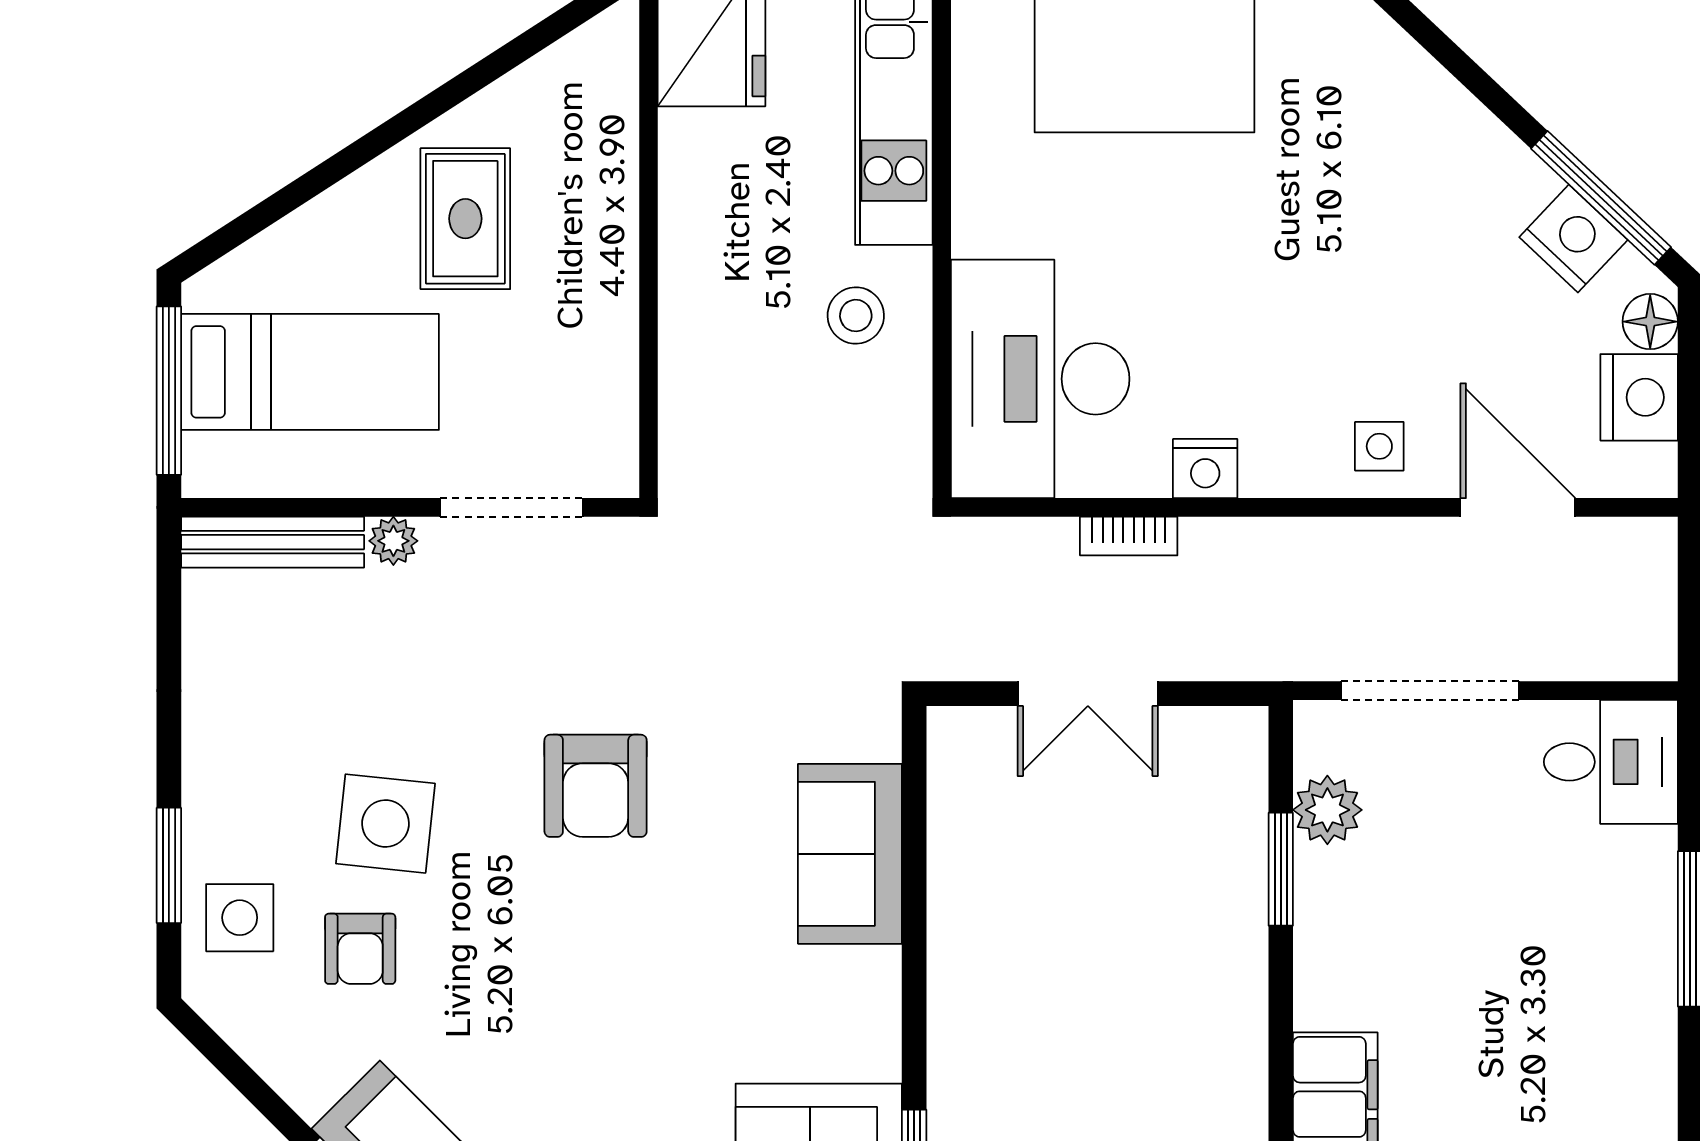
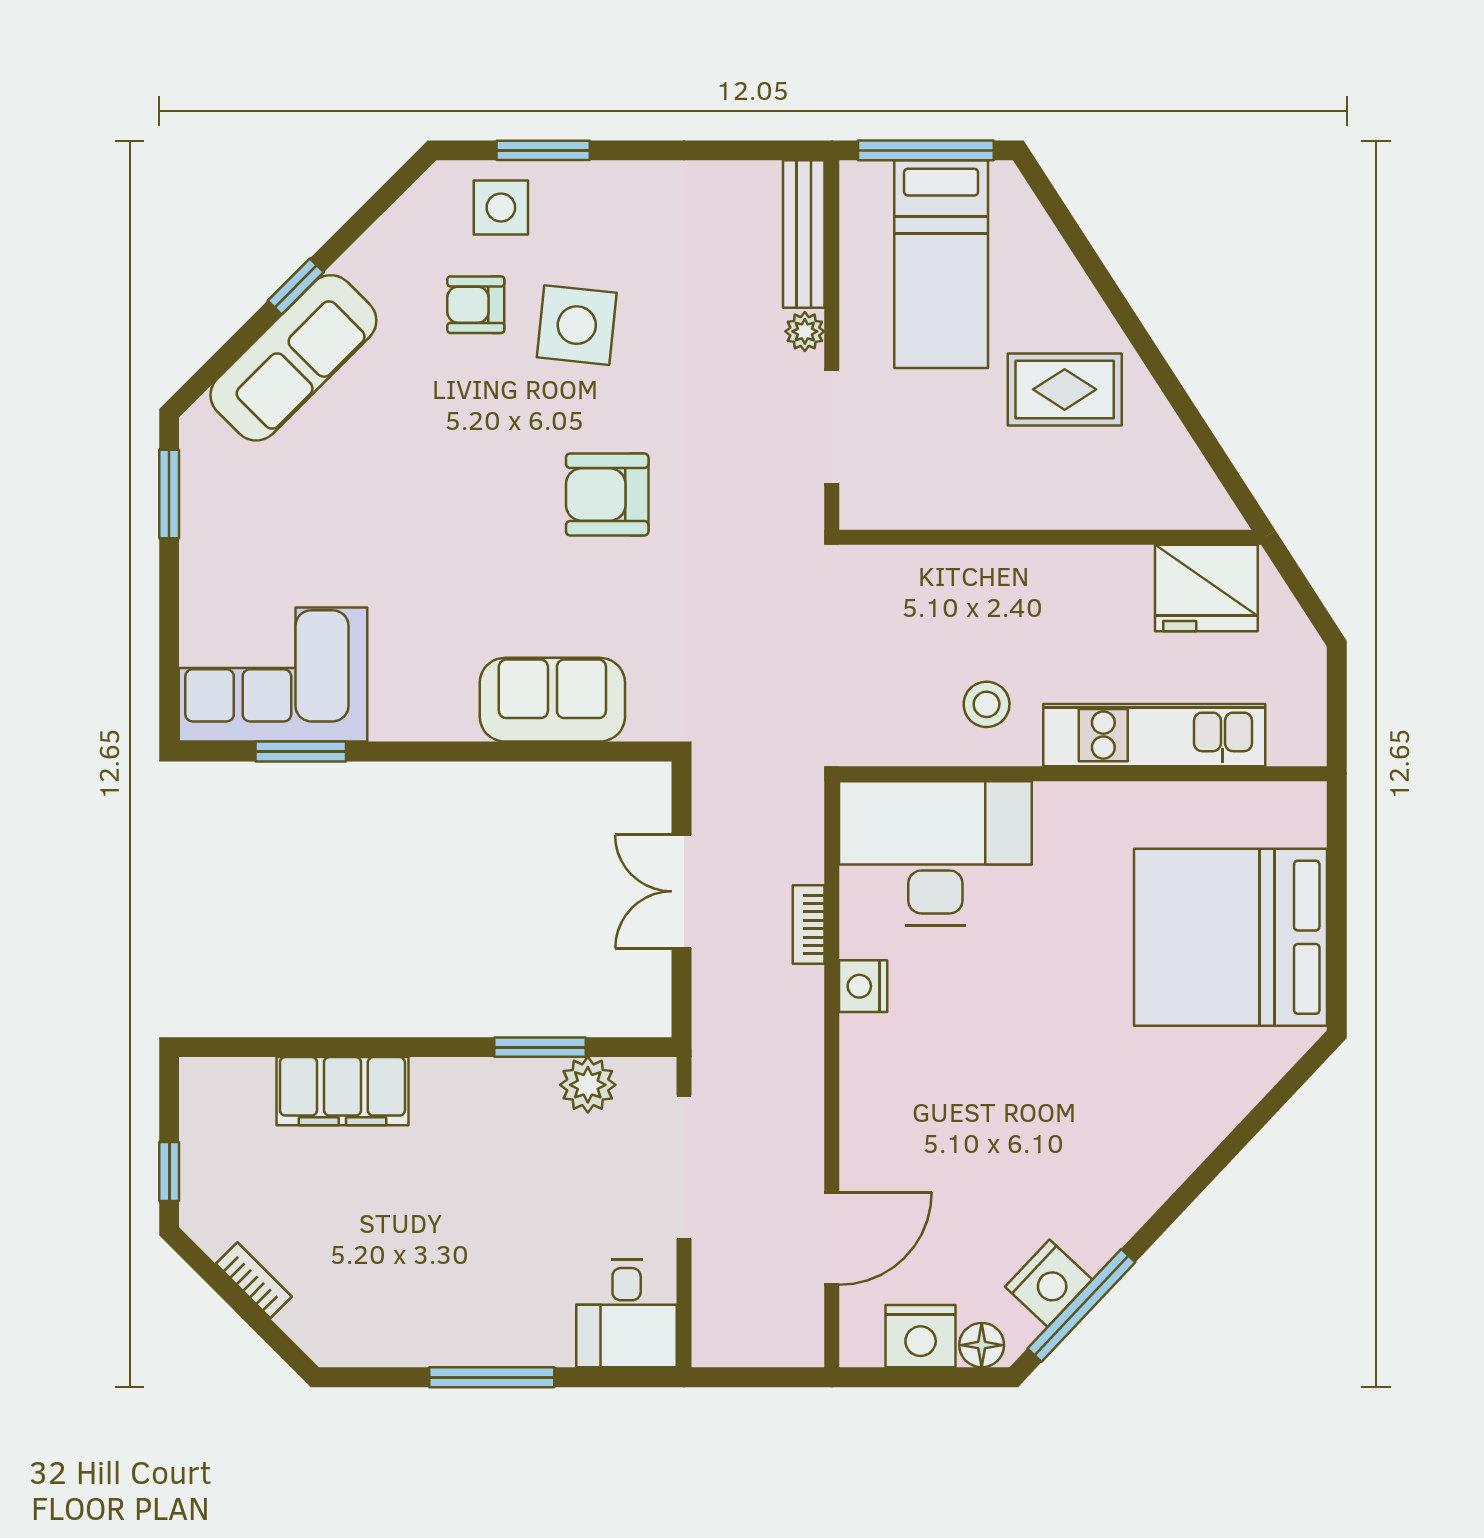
side table: (1379, 446) -> (881, 1127), removed

